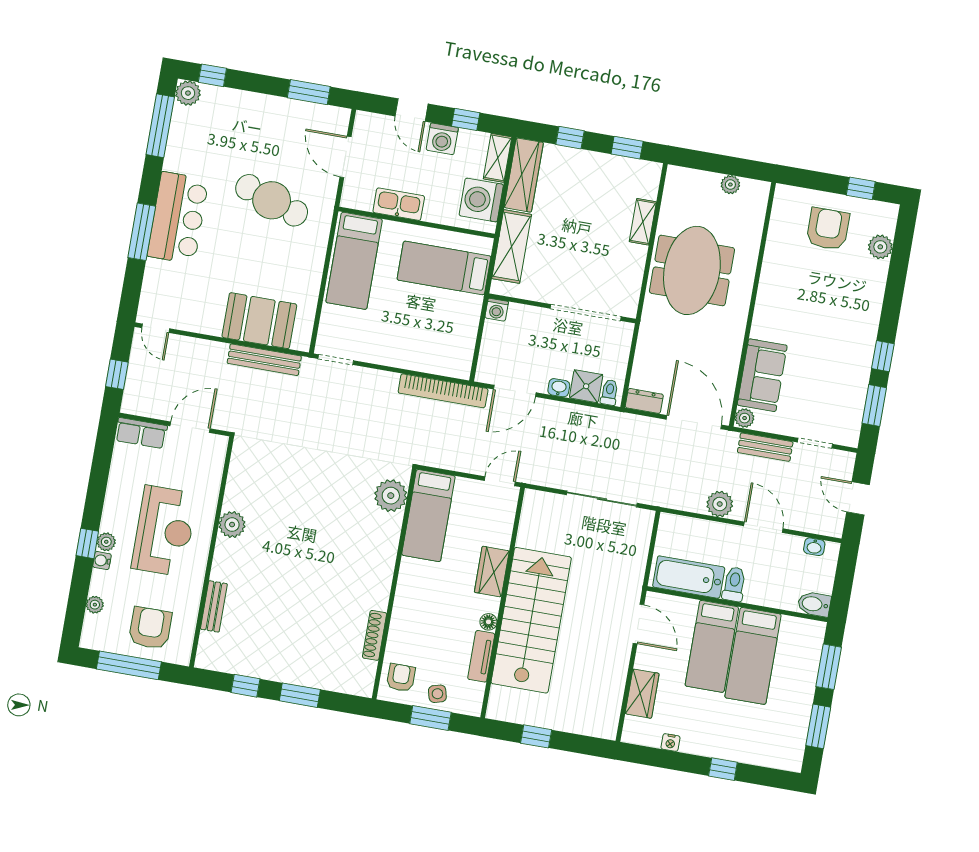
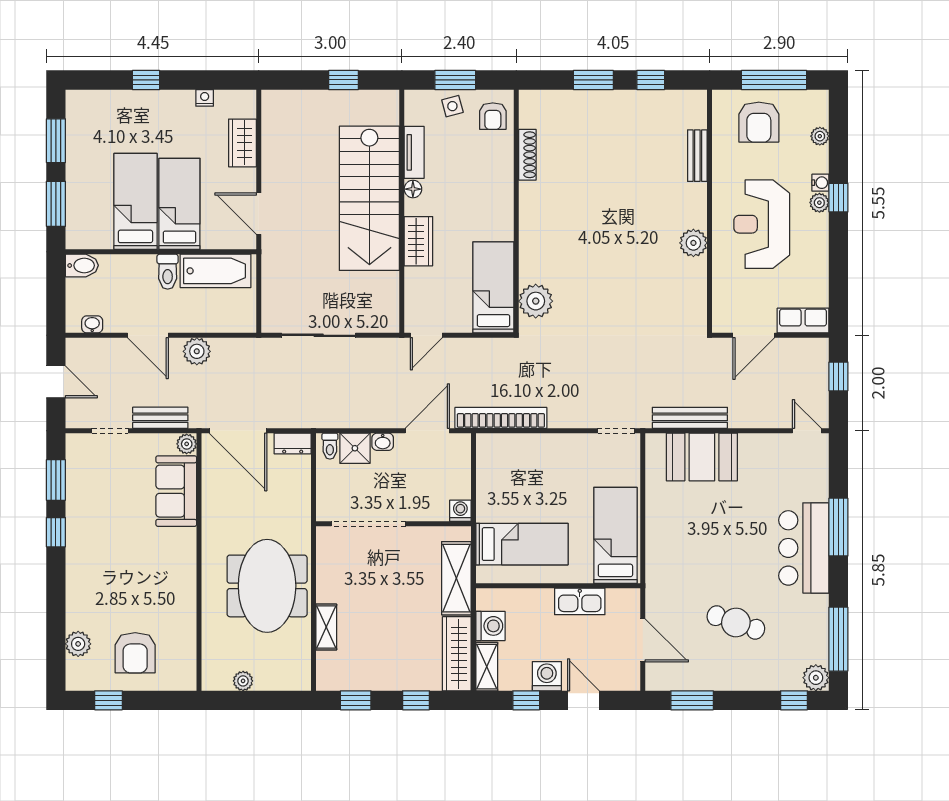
cafe table: (272, 200) -> (736, 622), moved, width x0.73, depth x0.74
washing machine: (481, 200) -> (490, 626), width x0.73, depth x0.73

